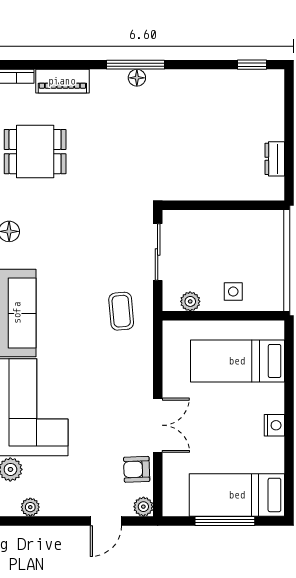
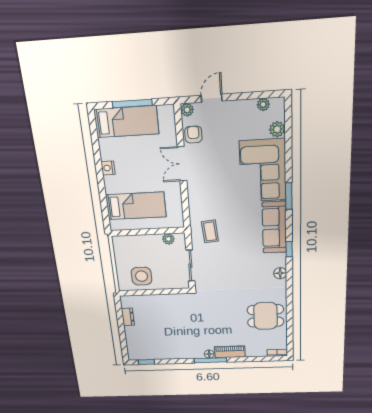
piano: (62, 81) -> (230, 352), moved
side table: (233, 292) -> (142, 276), moved, width x1.87, depth x1.87
armchair: (137, 469) -> (193, 135), turned -88

